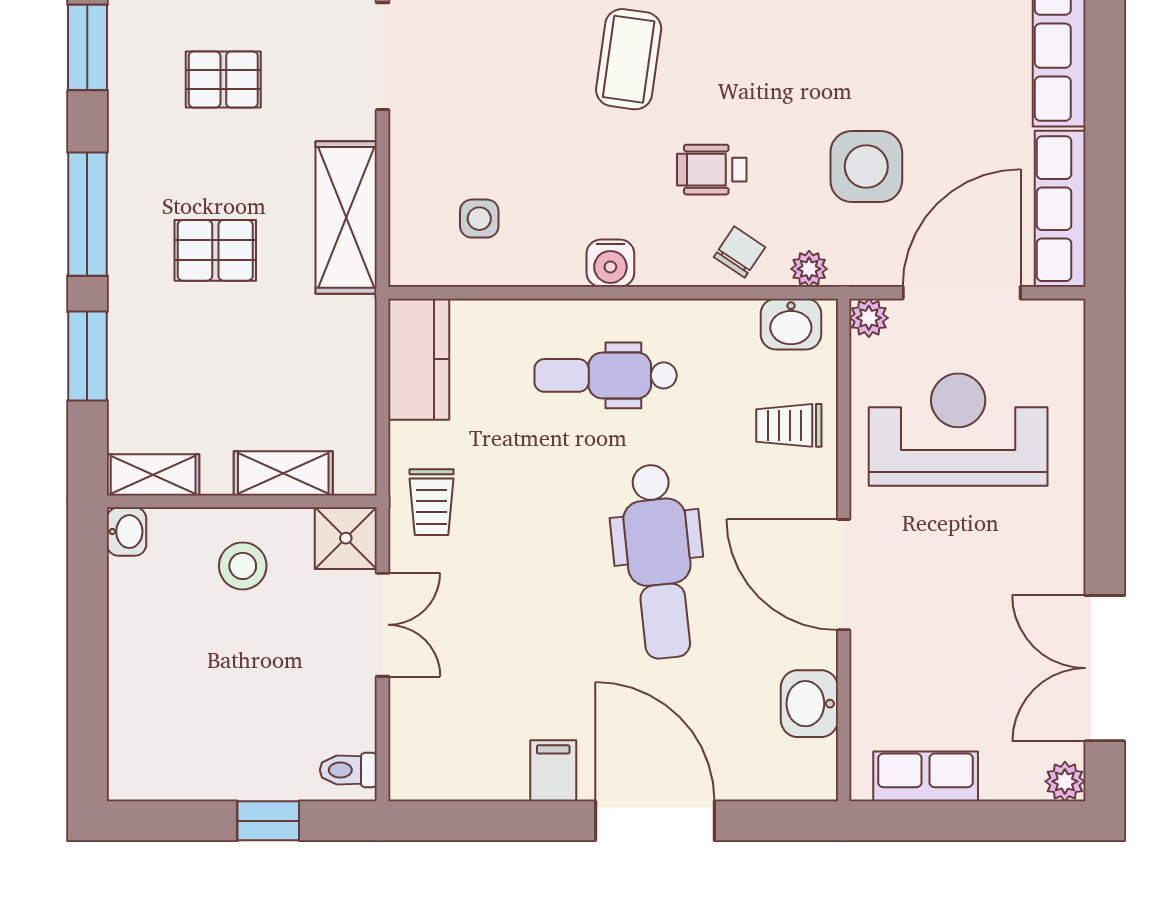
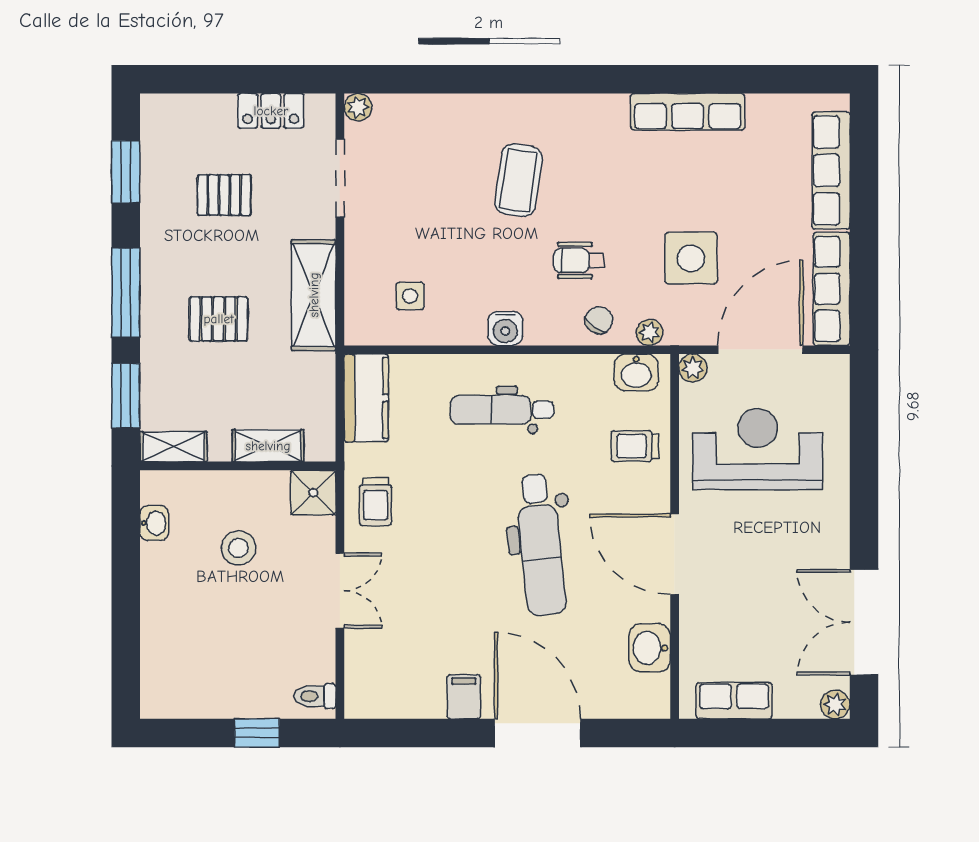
shelving: (283, 473) -> (268, 446), moved
shelving: (153, 475) -> (173, 447), moved
wall: (242, 501) -> (238, 466), moved
shower: (346, 538) -> (313, 493), moved

